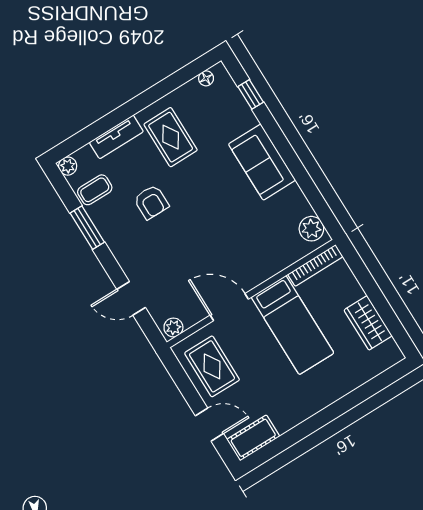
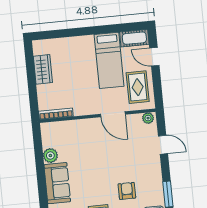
plant: (311, 229) -> (50, 156), moved
bed: (293, 325) -> (109, 60), moved, turned 180

